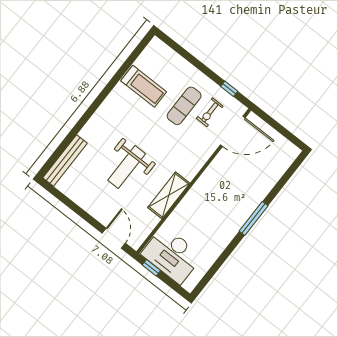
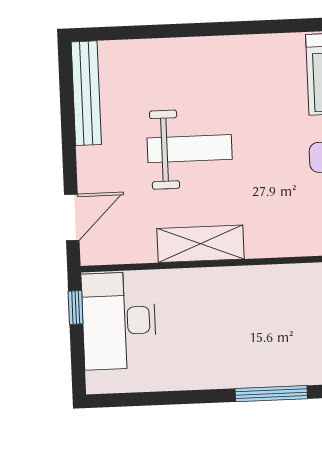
bench: (65, 161) -> (86, 93), moved, turned 90
weight bench: (127, 167) -> (190, 149), turned 180

